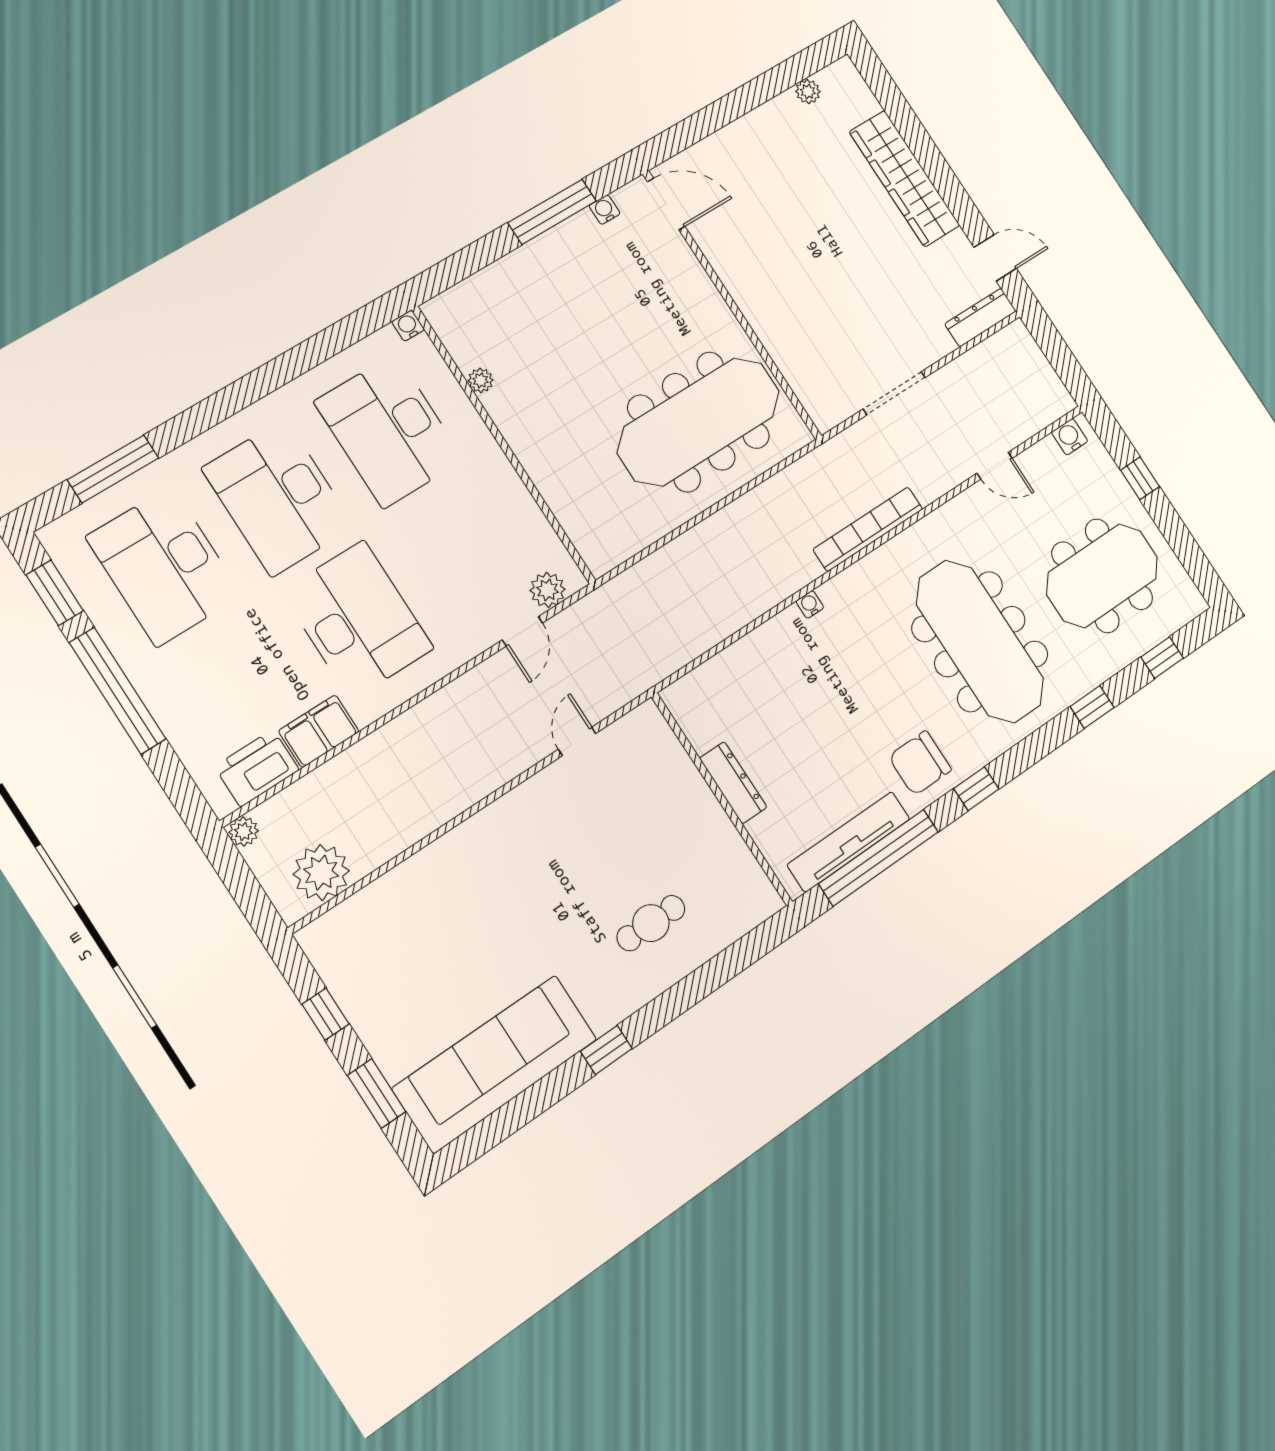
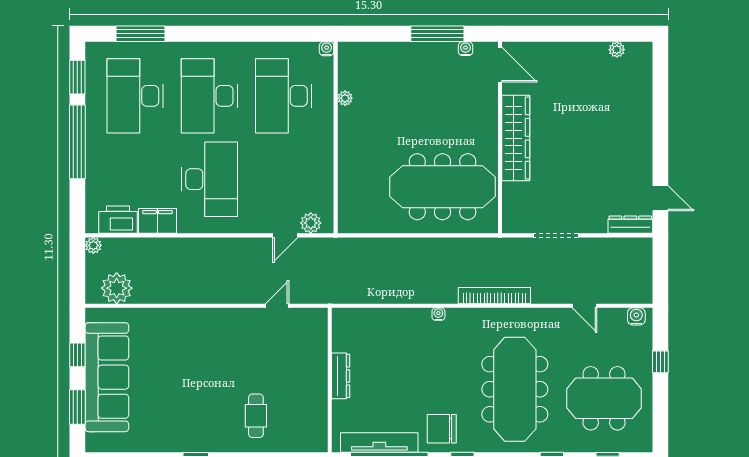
wardrobe: (904, 179) -> (516, 138), moved, turned 180
cafe table: (651, 923) -> (256, 416), turned 90
sofa: (495, 1064) -> (107, 377), moved, turned 90

